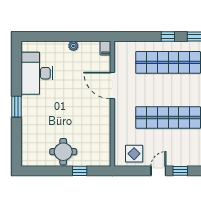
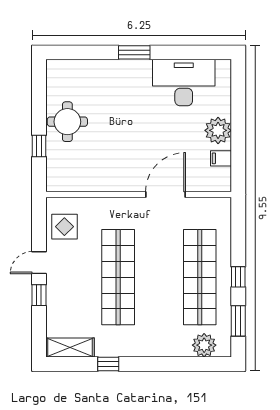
plant: (73, 46) -> (218, 130), width x1.87, depth x1.87
filing cabinet: (105, 48) -> (221, 158), moved
door: (158, 171) -> (39, 263), swing flipped

